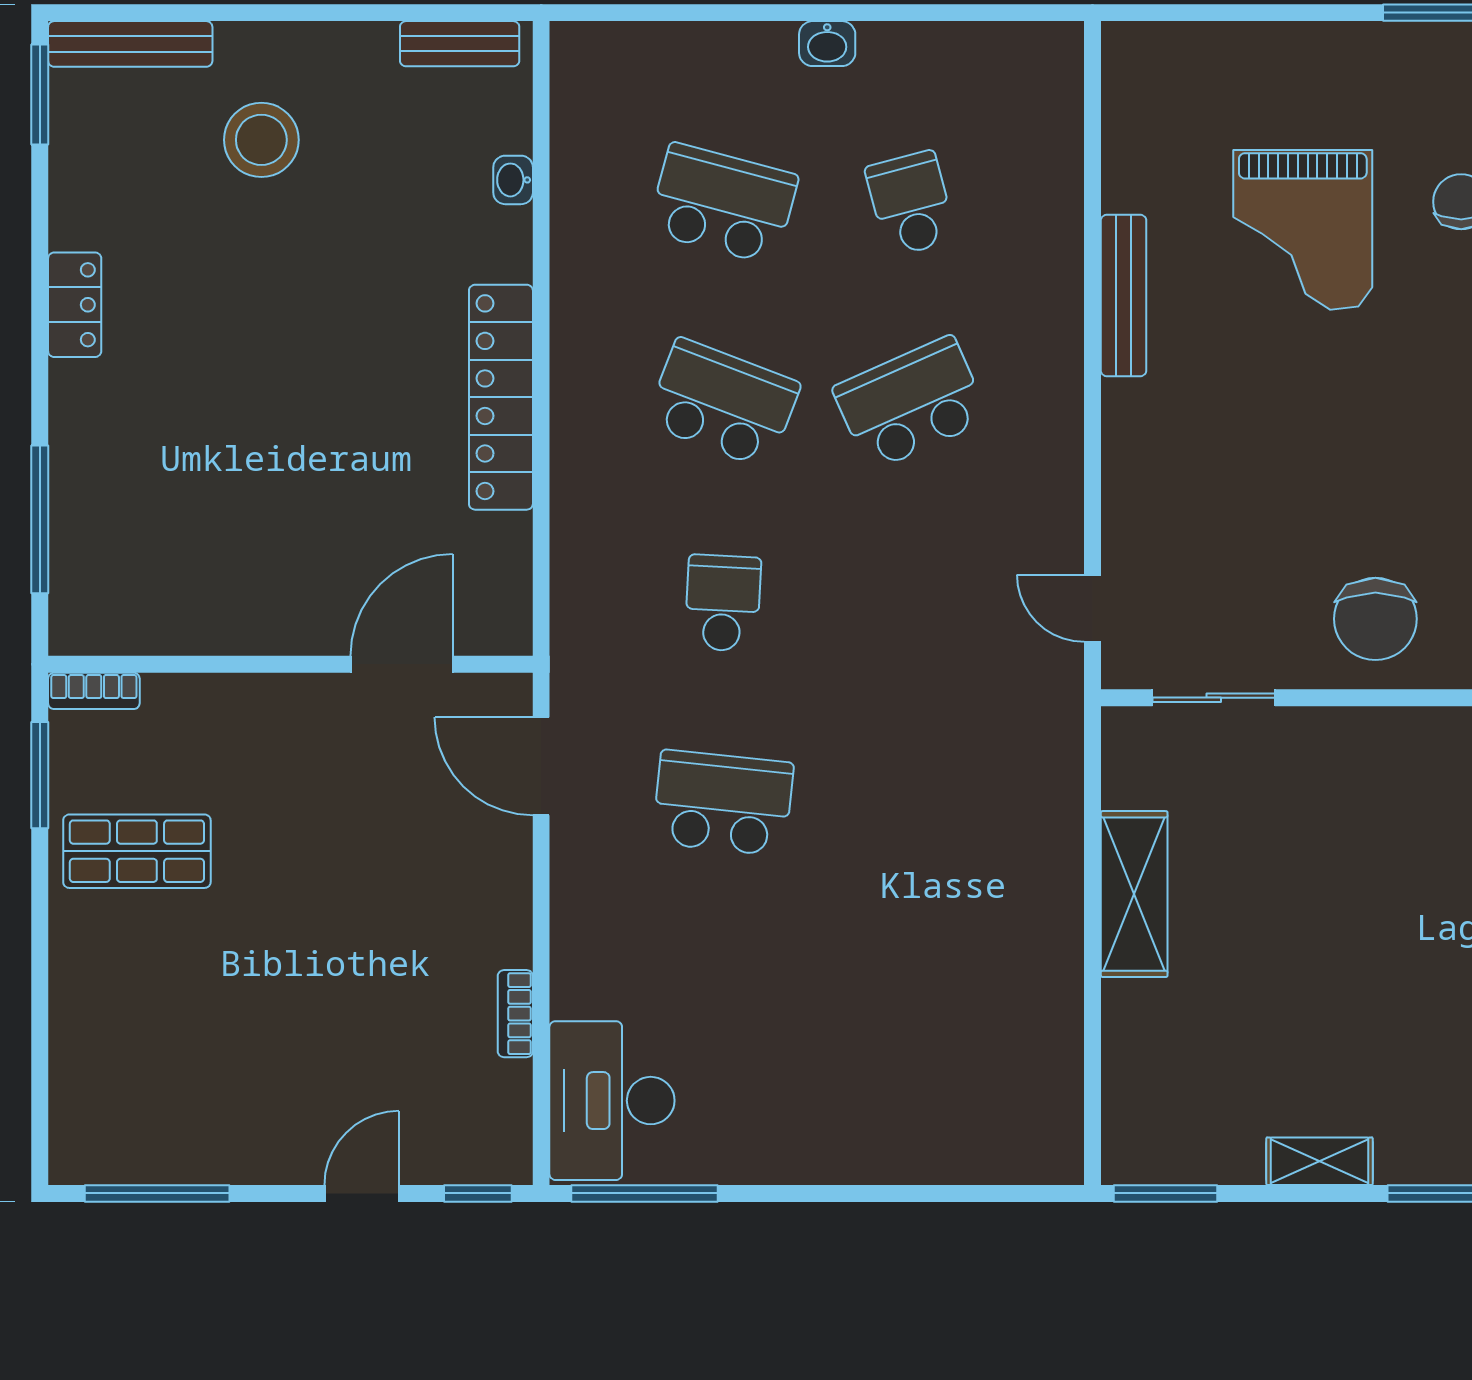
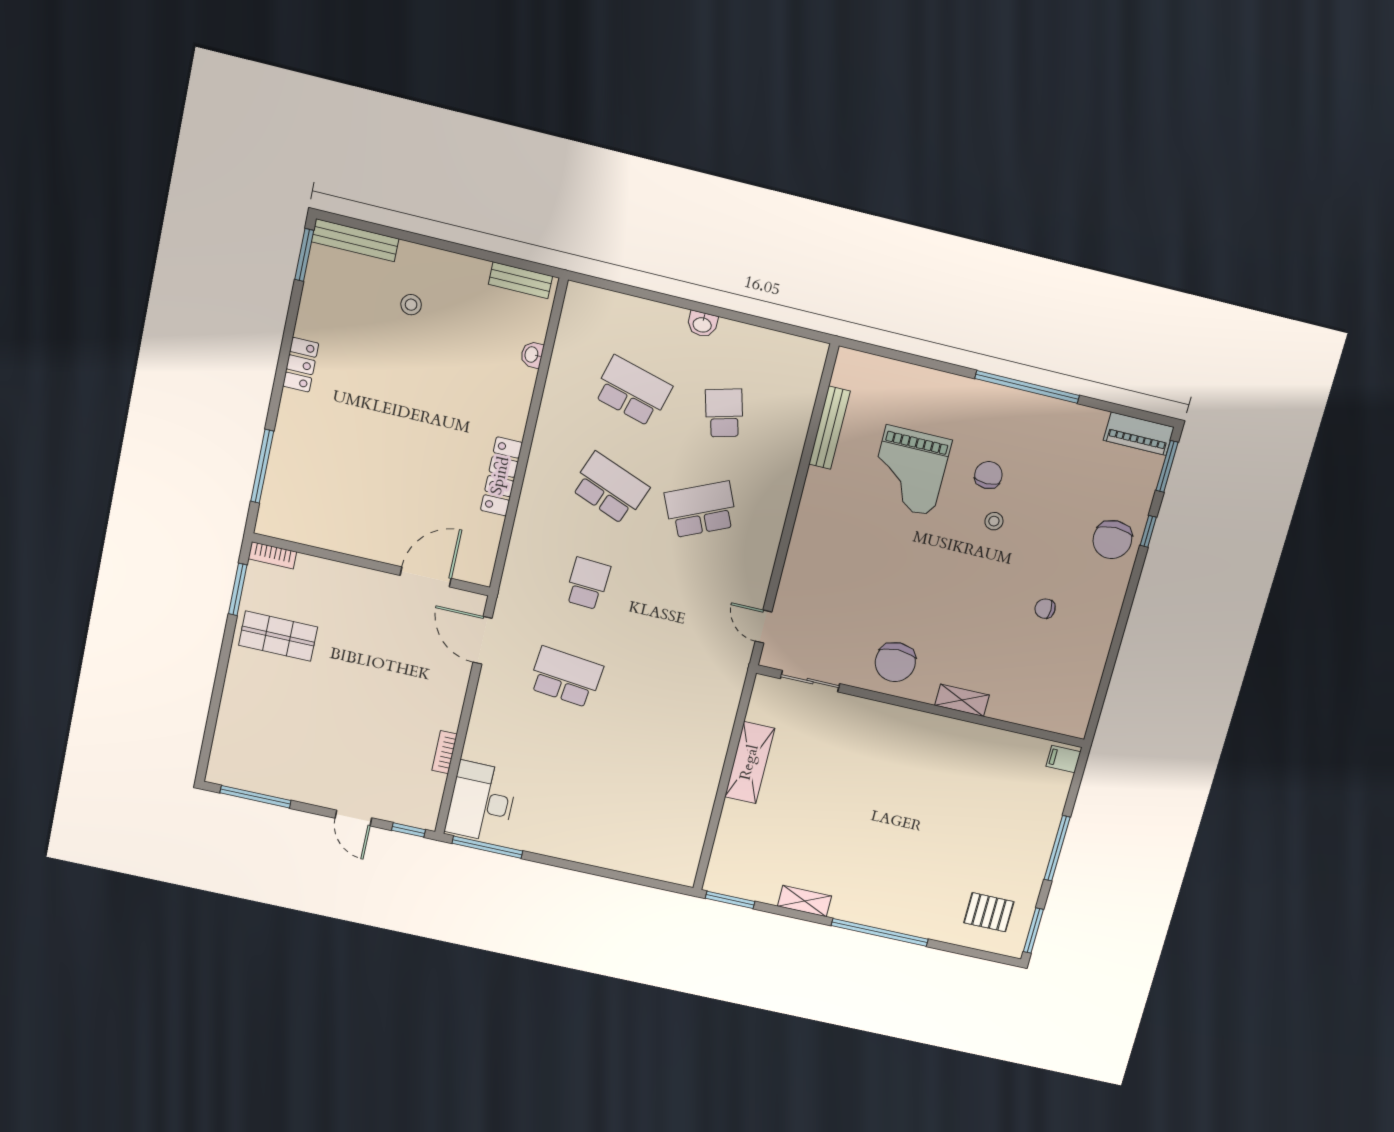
stool: (261, 140) -> (411, 305), width x0.53, depth x0.53
bench: (1124, 295) -> (829, 428), moved
locker: (501, 397) -> (501, 476), width x0.71, depth x0.83
door: (362, 1193) -> (353, 818), swing flipped

